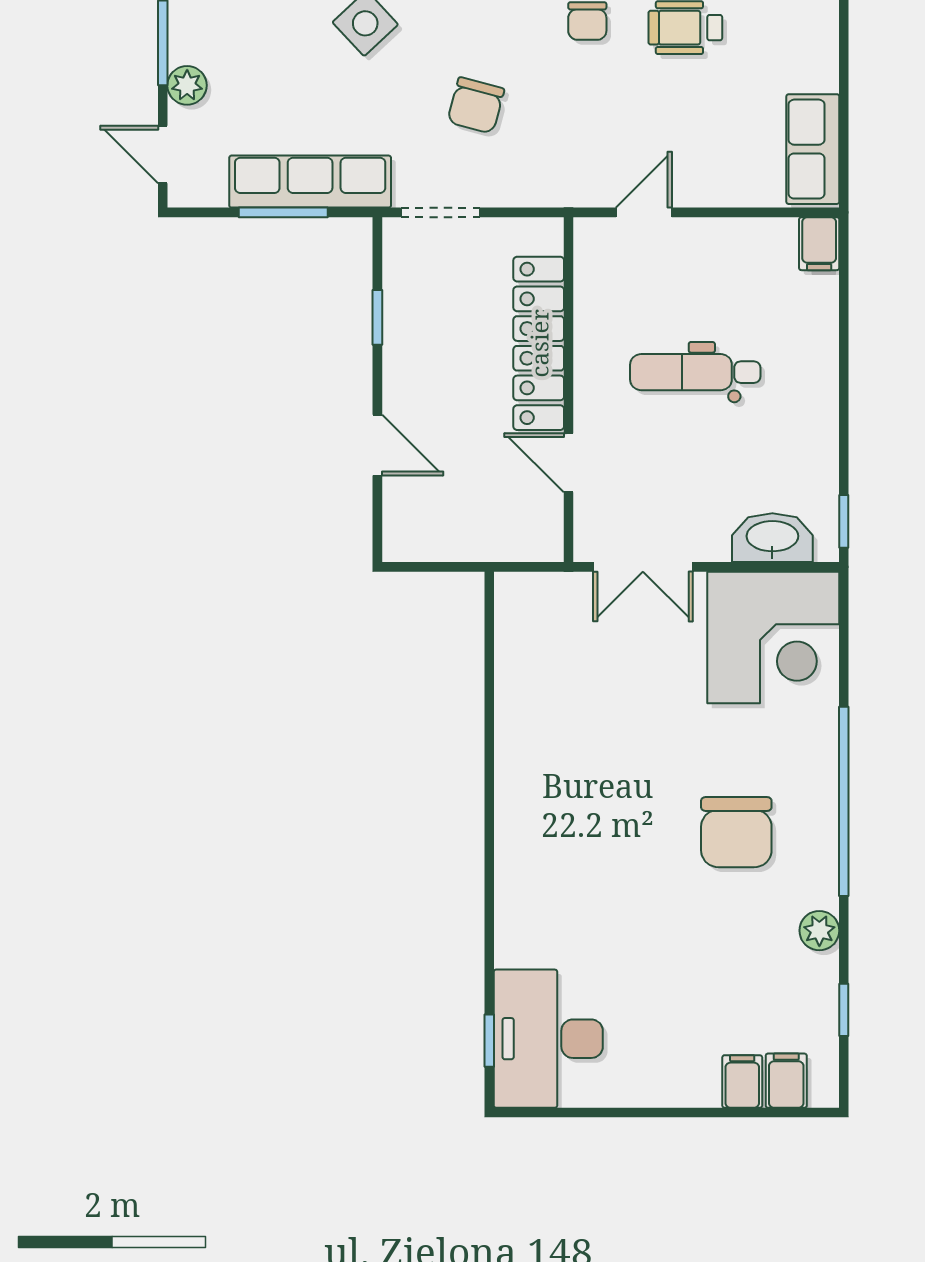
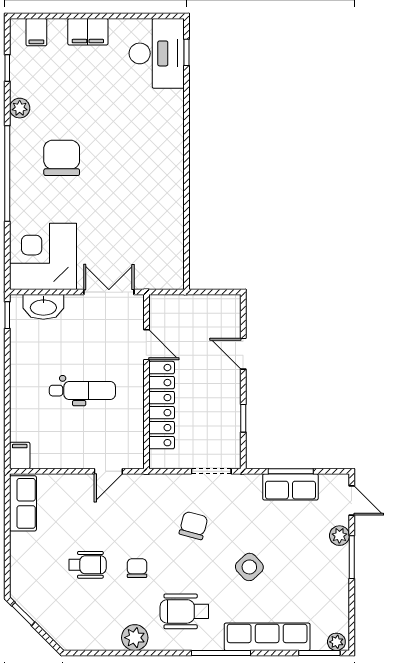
row of seats: (310, 182) -> (290, 487), width x0.68
filing cabinet: (742, 1082) -> (88, 32), moved, width x2.00

